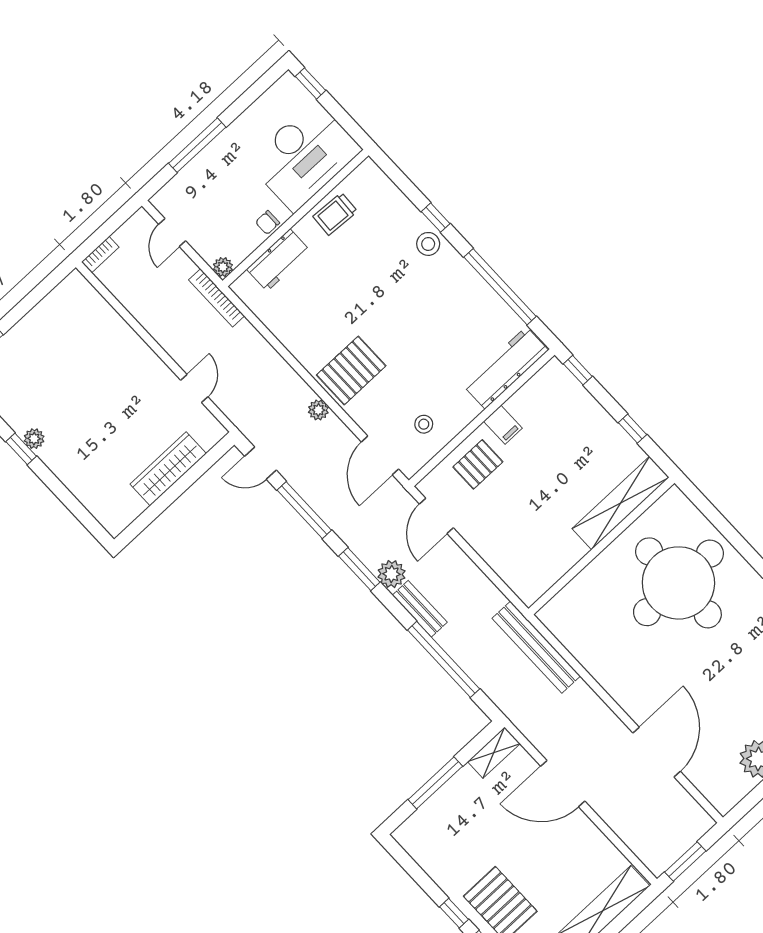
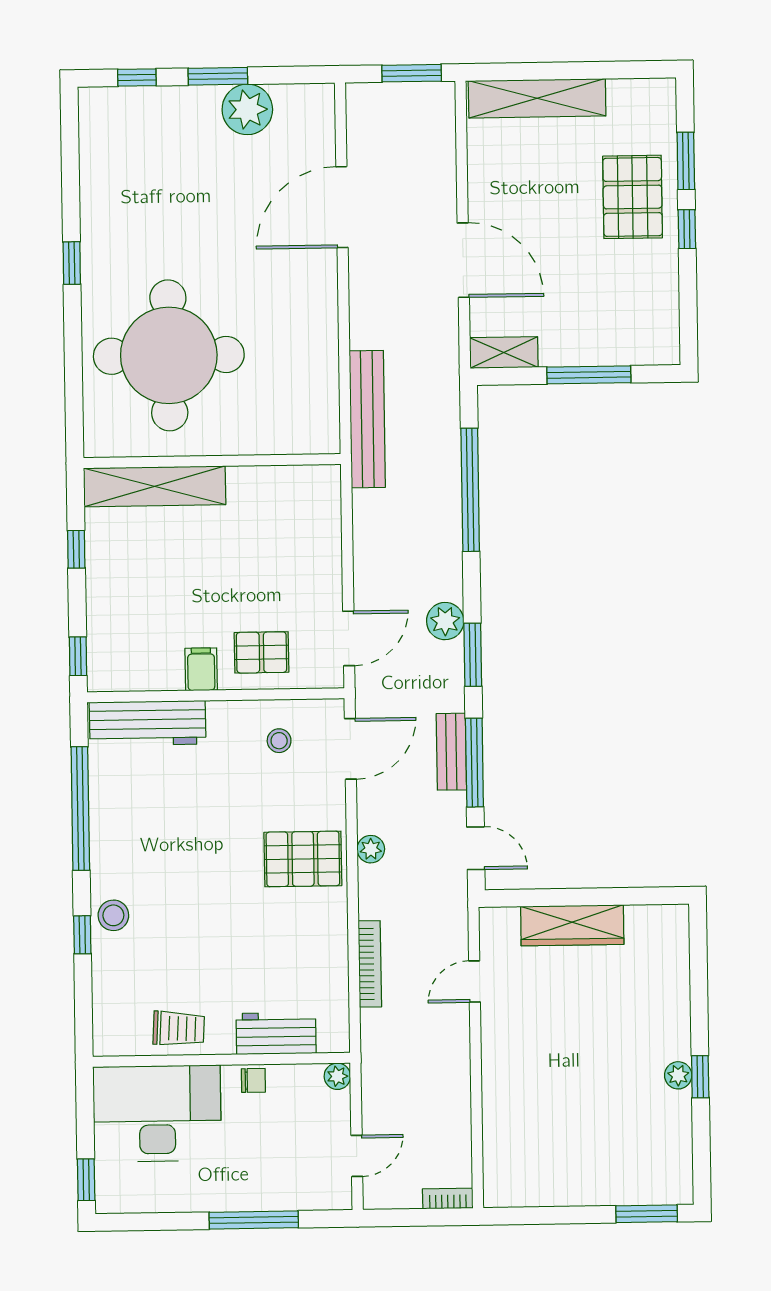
bookcase: (217, 298) -> (370, 964), moved
bench: (420, 609) -> (451, 752), moved

